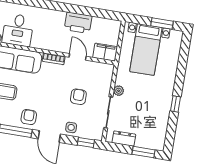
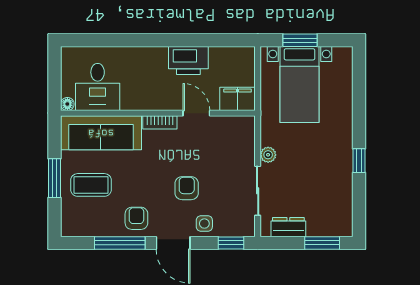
window: (162, 23) -> (300, 40), moved
armchair: (78, 97) -> (187, 188), moved

